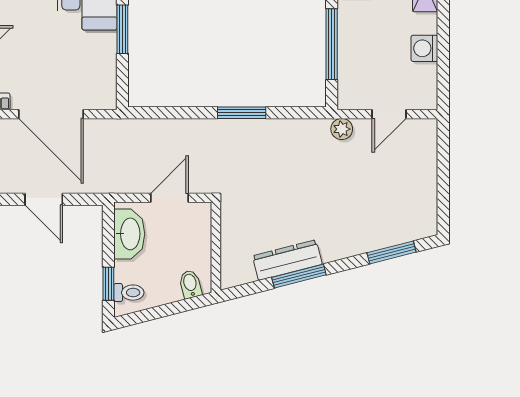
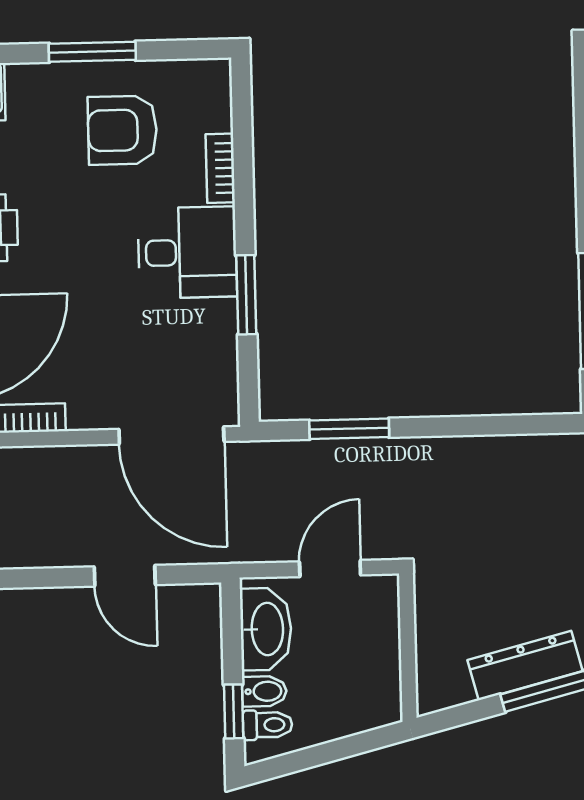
window: (242, 113) -> (349, 429), moved
door: (51, 114) -> (171, 435), moved
bidet: (190, 284) -> (264, 691), moved, turned 104

